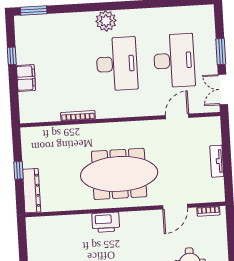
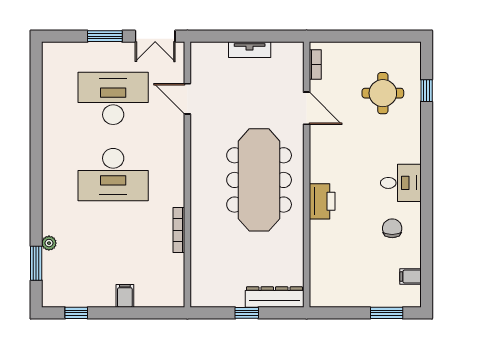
window: (34, 10) -> (36, 263), moved
plant: (106, 21) -> (49, 243), moved, width x0.53, depth x0.53
window: (12, 56) -> (76, 313), moved
desk: (117, 64) -> (113, 175), turned 180
filing cabinet: (26, 78) -> (125, 296), width x0.50

